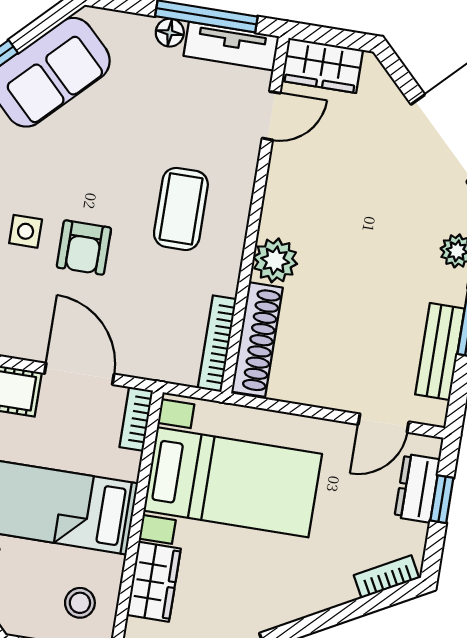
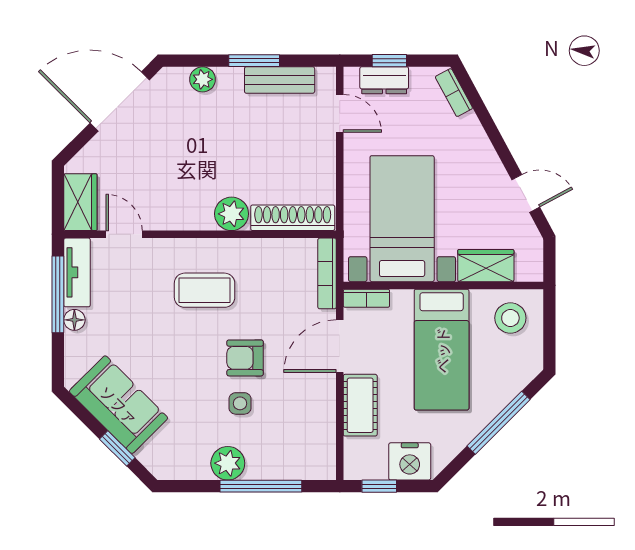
armchair: (84, 248) -> (245, 358), turned 180
bookcase: (217, 344) -> (327, 273), moved, turned 90
stool: (80, 603) -> (510, 318), width x1.37, depth x1.37

